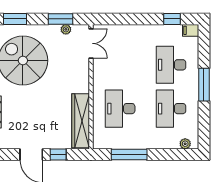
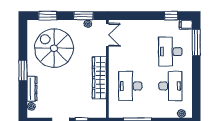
window: (204, 85) -> (196, 42), moved
desk: (171, 109) -> (170, 86), turned 180
wardrobe: (81, 121) -> (99, 78), moved

